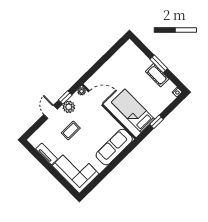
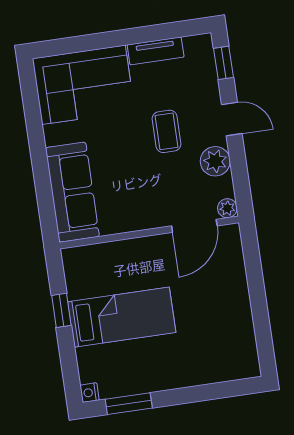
window: (159, 64) -> (129, 404), moved
cot: (157, 75) -> (151, 378), removed
window: (65, 97) -> (224, 63), moved
bed: (133, 111) -> (122, 317), moved

